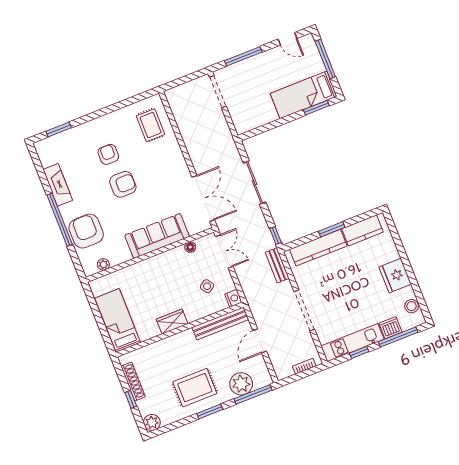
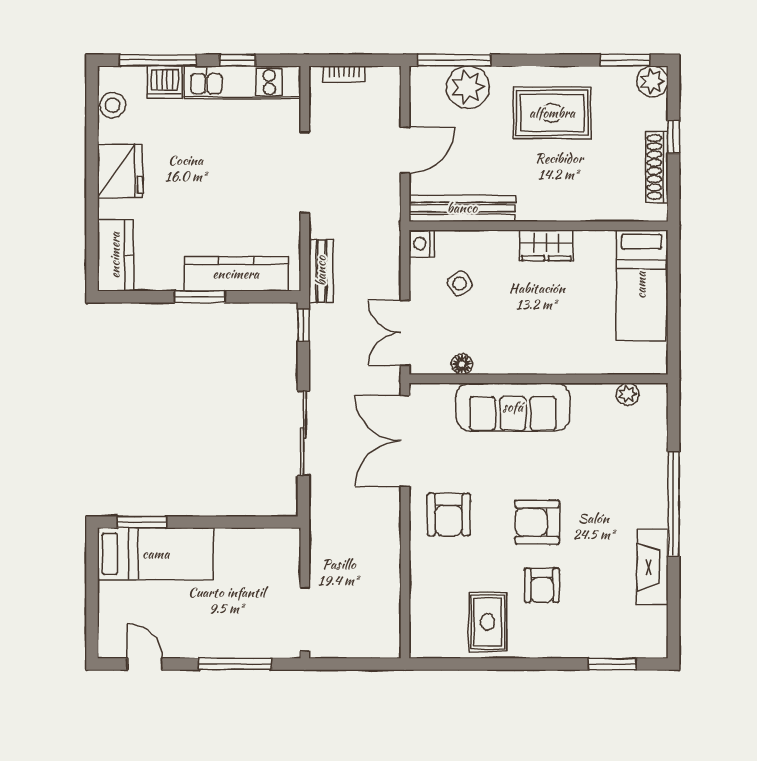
window: (325, 59) -> (92, 602), removed
rug: (151, 125) -> (488, 622), moved
kitchen counter: (362, 230) -> (115, 255), moved, turned 90
armchair: (86, 231) -> (449, 515), moved, width x0.73, depth x0.73
window: (210, 412) -> (625, 60), moved

